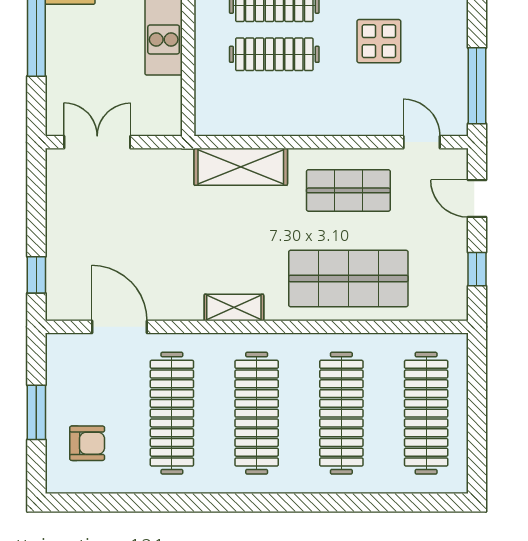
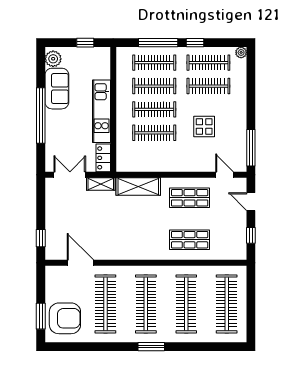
locker: (167, 107) -> (103, 158), added
shop shelf: (348, 279) -> (190, 240), width x0.70, depth x0.74
shelving: (234, 308) -> (101, 184), moved
window: (36, 412) -> (41, 316), moved
armchair: (87, 443) -> (65, 318), width x1.88, depth x1.88
window: (268, 502) -> (151, 347), added

